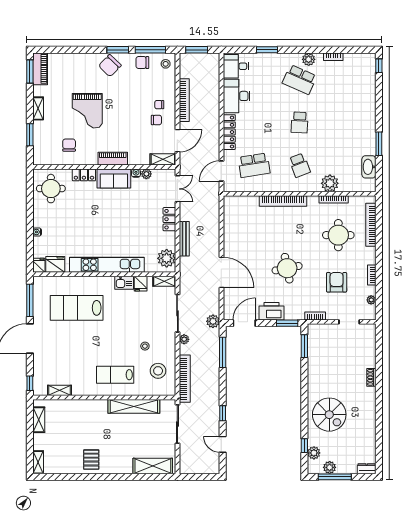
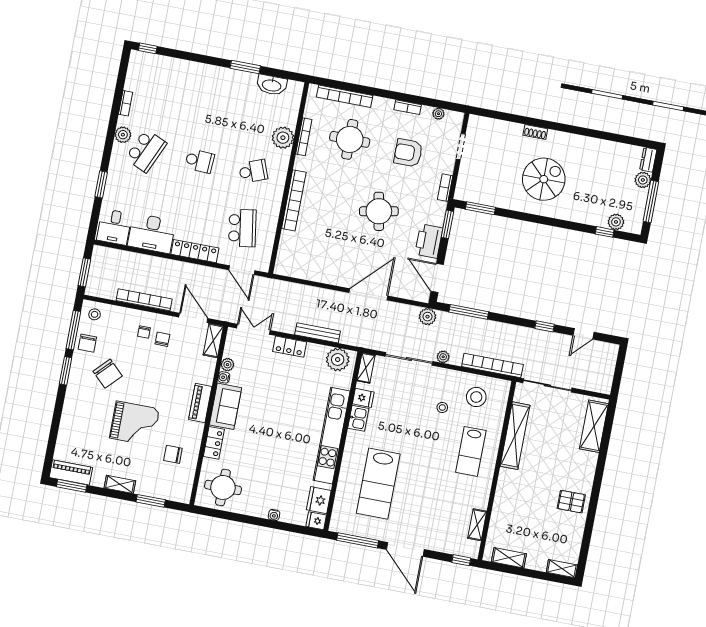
chair: (110, 66) -> (108, 374), moved
spiral stairs: (329, 415) -> (544, 179), moved
plant: (330, 467) -> (643, 180), moved

